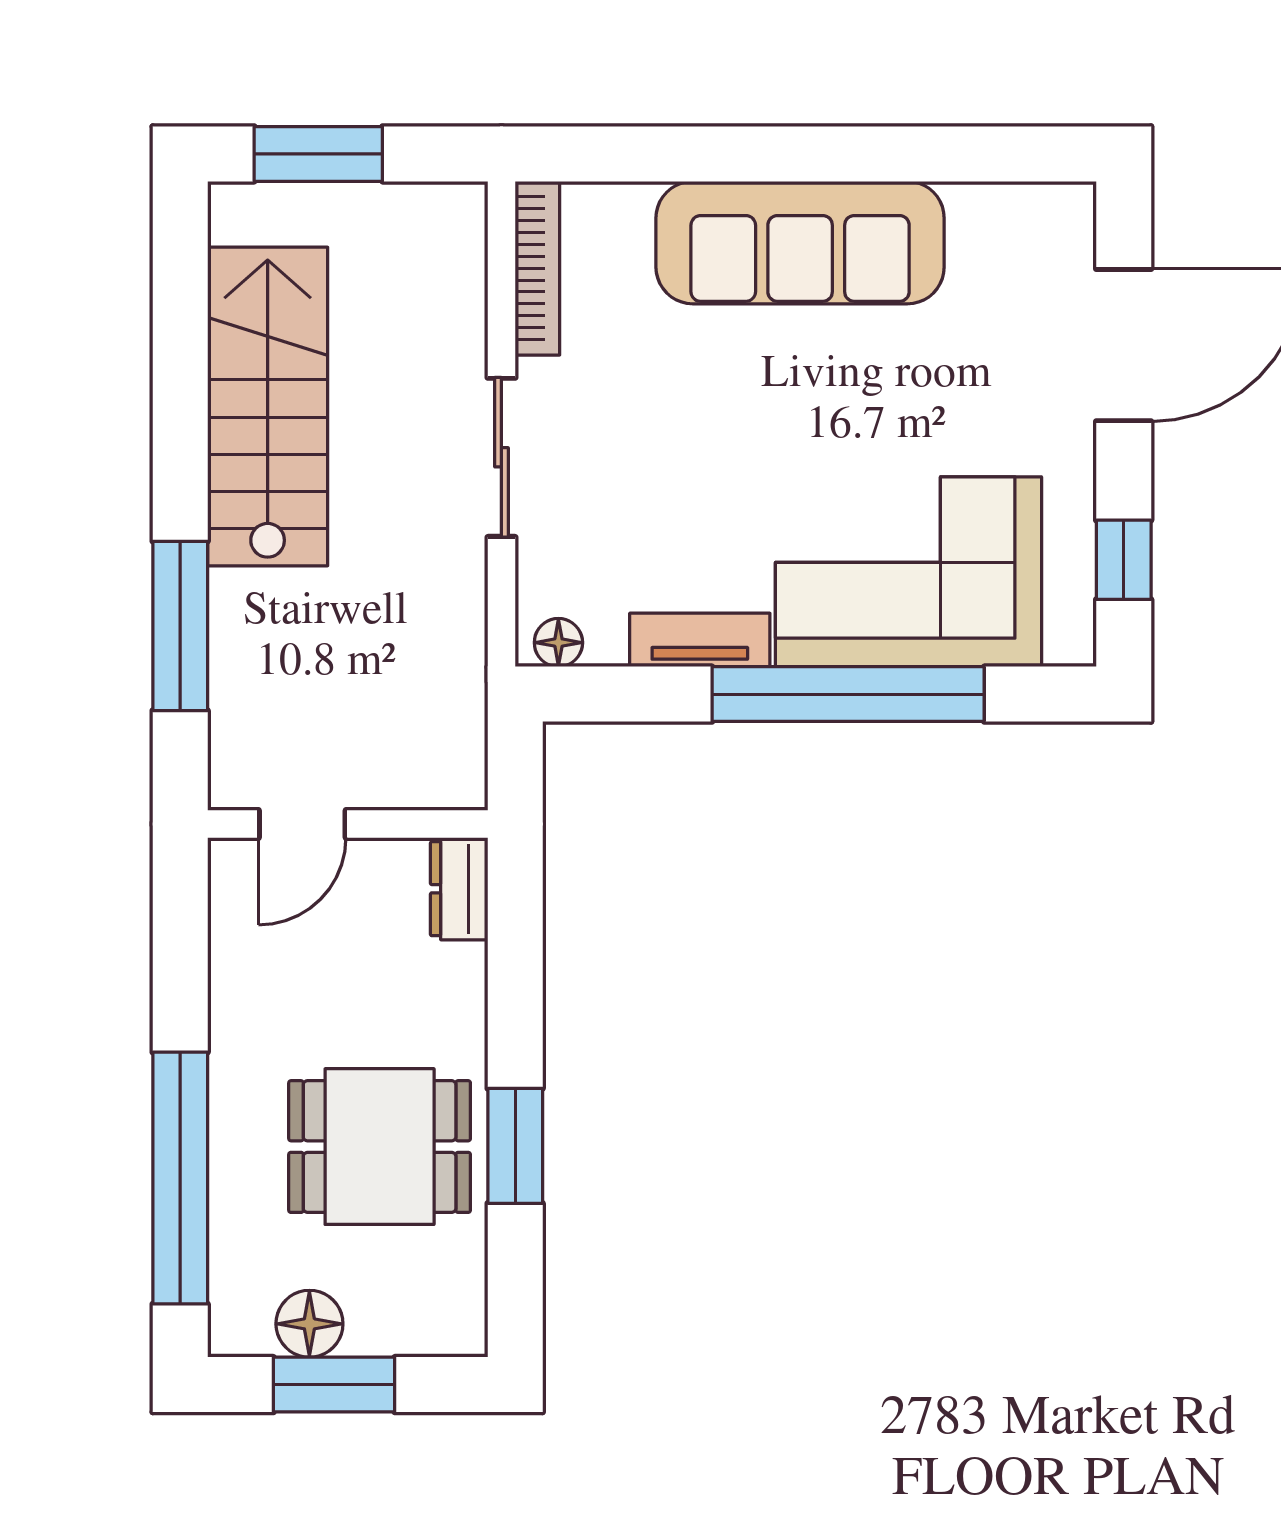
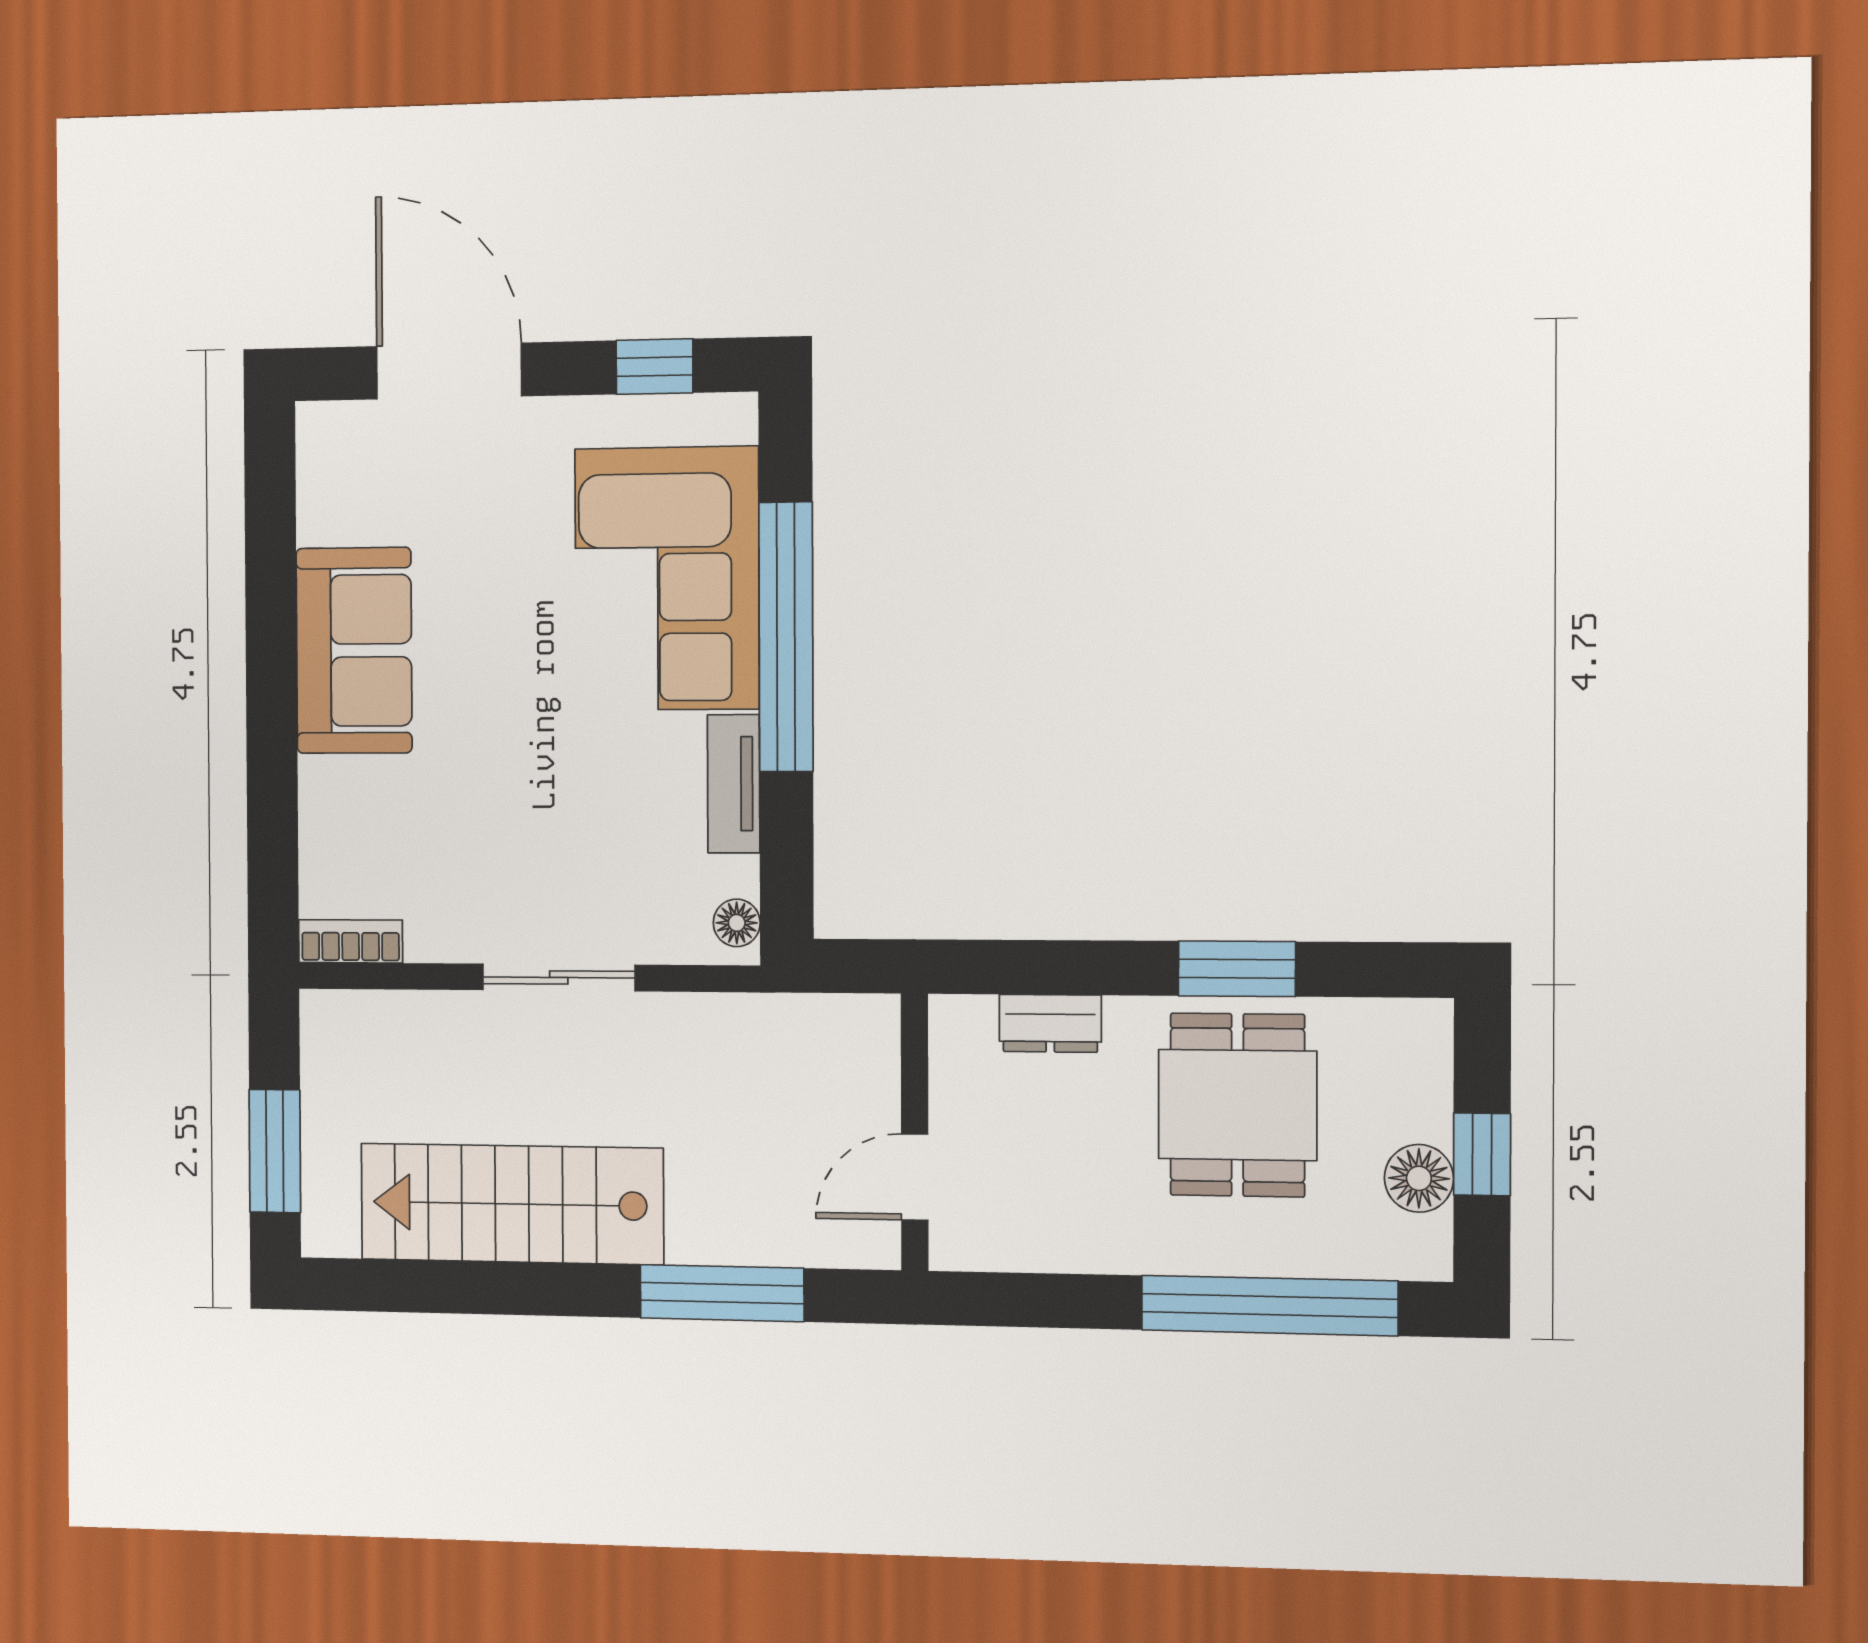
sofa: (800, 243) -> (354, 651), width x0.73
bookcase: (537, 268) -> (351, 941), width x0.64
door: (302, 824) -> (915, 1177), swing flipped
dresser: (459, 889) -> (1050, 1023), moved
window: (334, 1385) -> (1482, 1154), width x0.67

